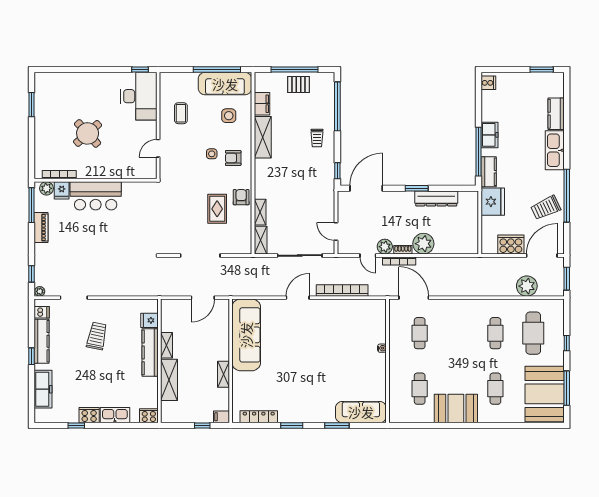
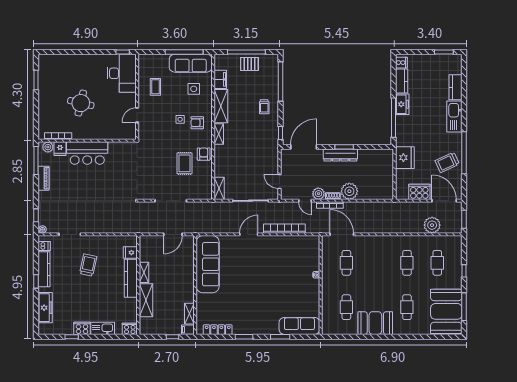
round table: (88, 133) -> (81, 103), turned -35
kitchen counter: (489, 172) -> (402, 81), moved
dresser: (436, 198) -> (340, 155), moved
shelving: (260, 212) -> (219, 134), moved
door: (542, 255) -> (444, 201), hinge flipped
cafe table: (533, 333) -> (437, 263), width x0.73, depth x0.74
shelving: (223, 374) -> (189, 314), moved

